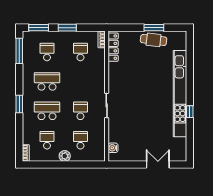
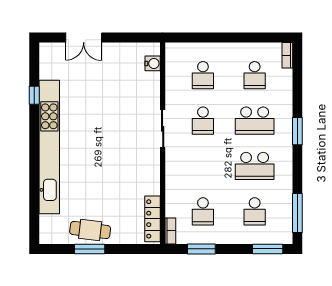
window: (67, 28) -> (201, 249), moved
window: (190, 112) -> (34, 95), moved
plant: (65, 156) -> (227, 51), removed

